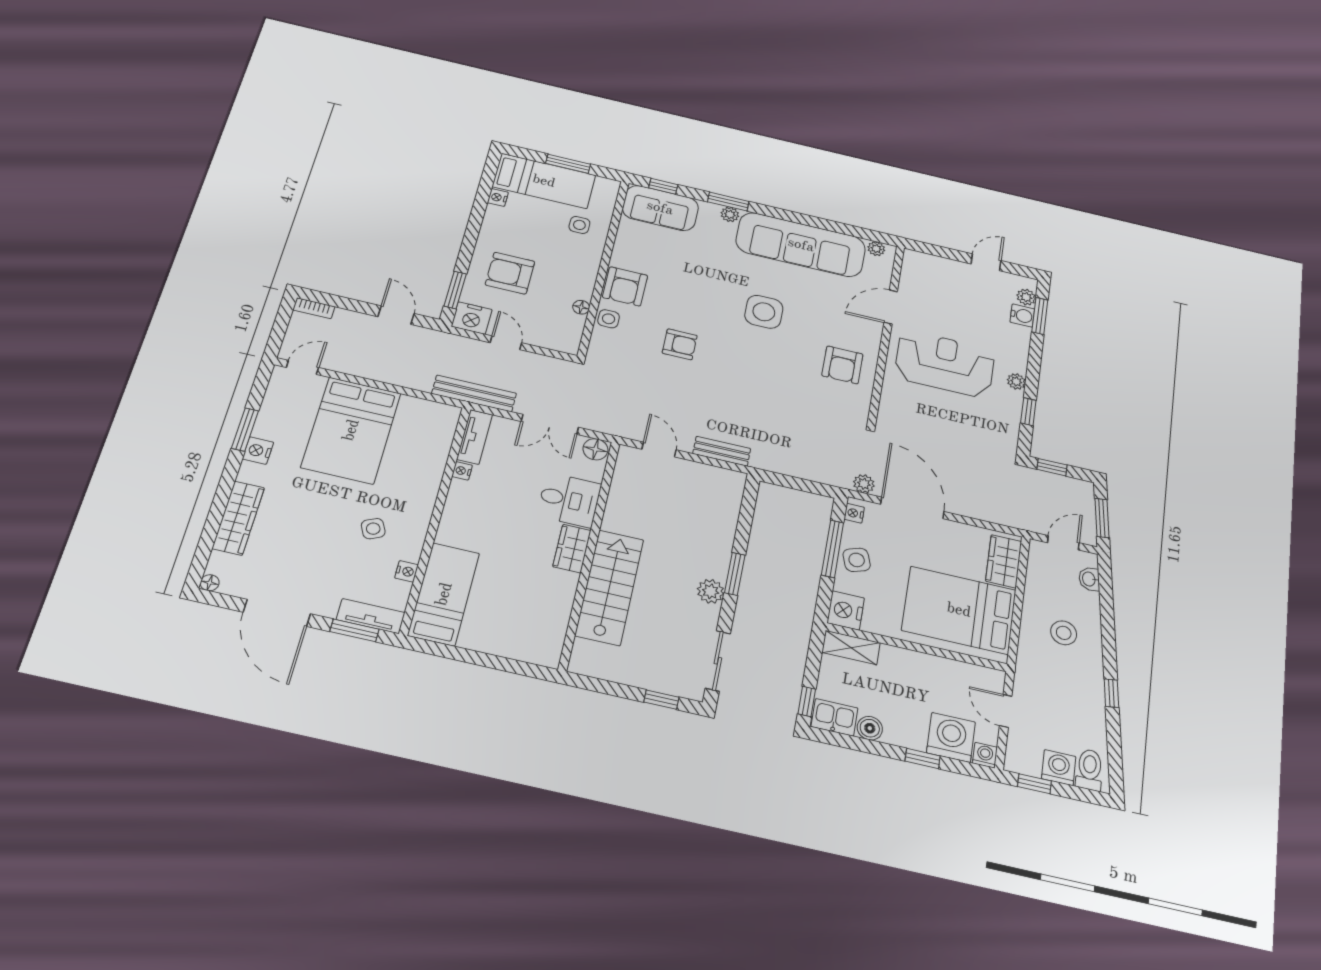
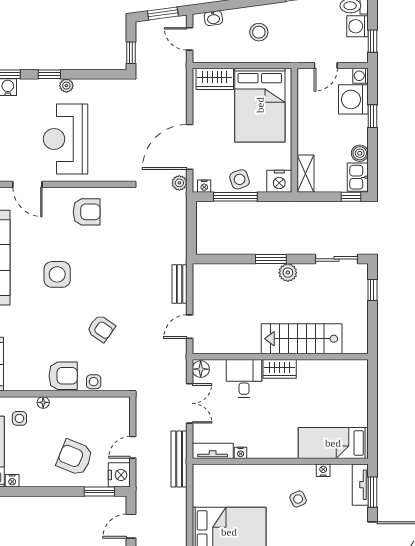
armchair: (510, 273) -> (75, 457), turned 112
floor lamp: (581, 307) -> (43, 402), moved
armchair: (680, 344) -> (101, 328), turned 125
window: (1028, 412) -> (49, 74), moved

